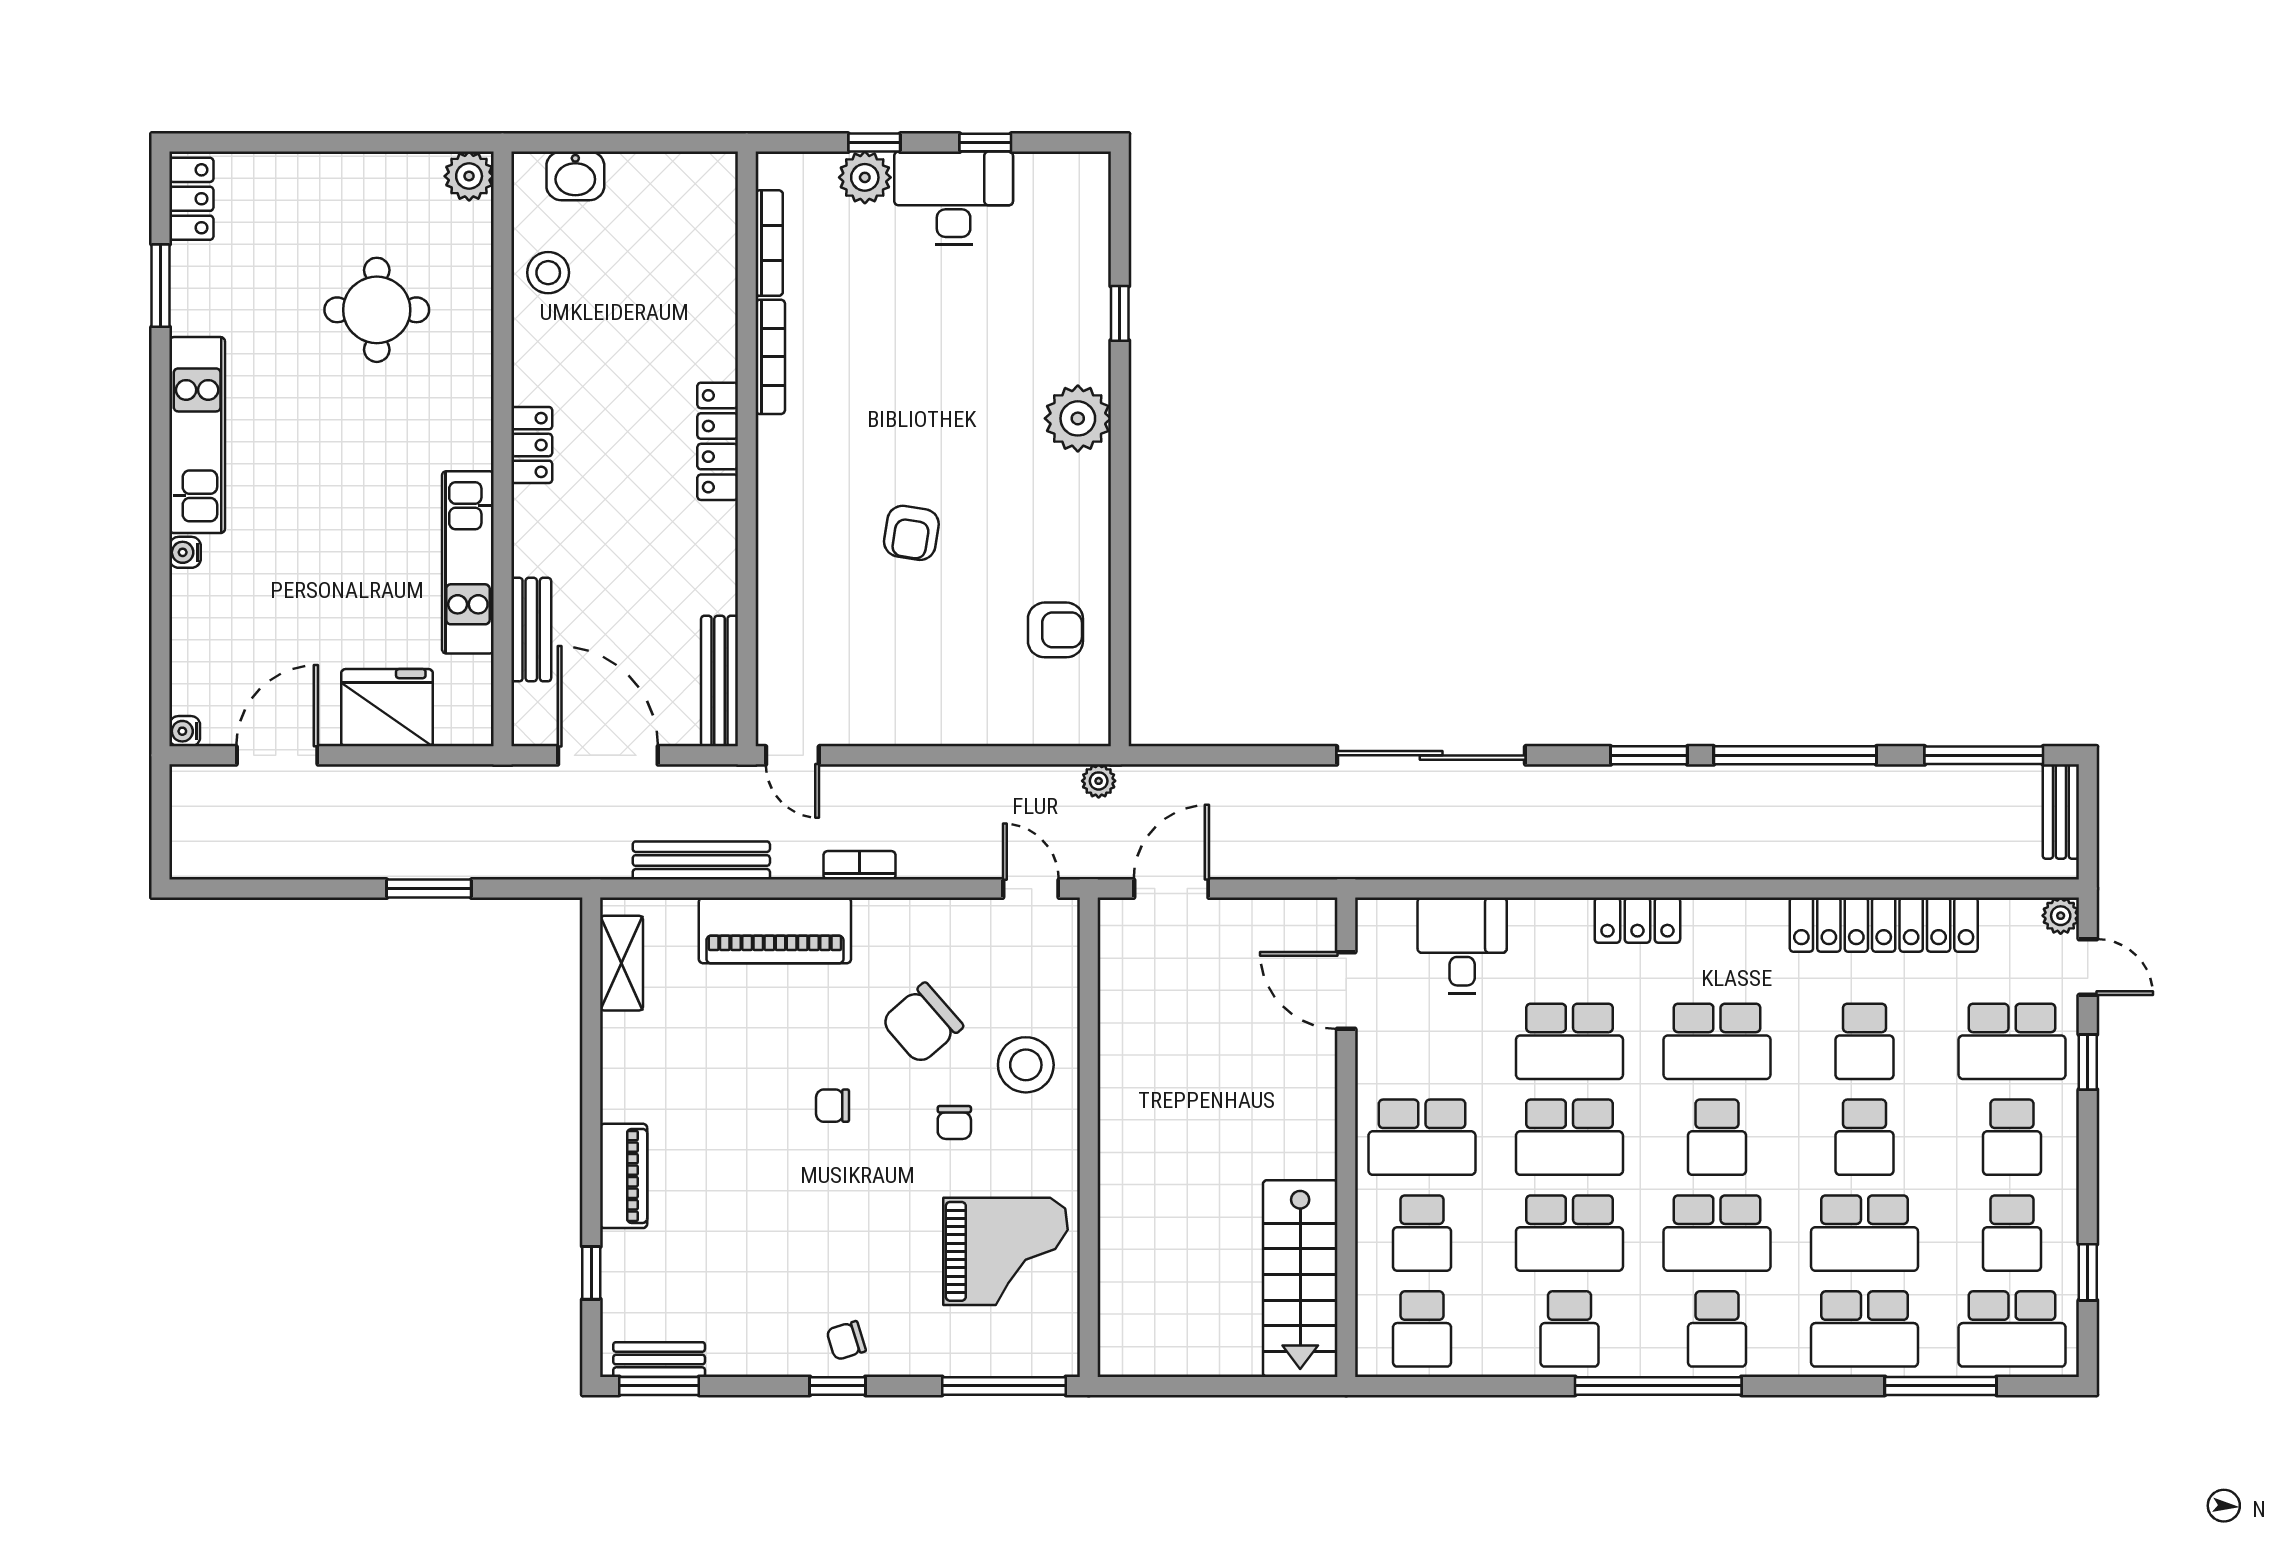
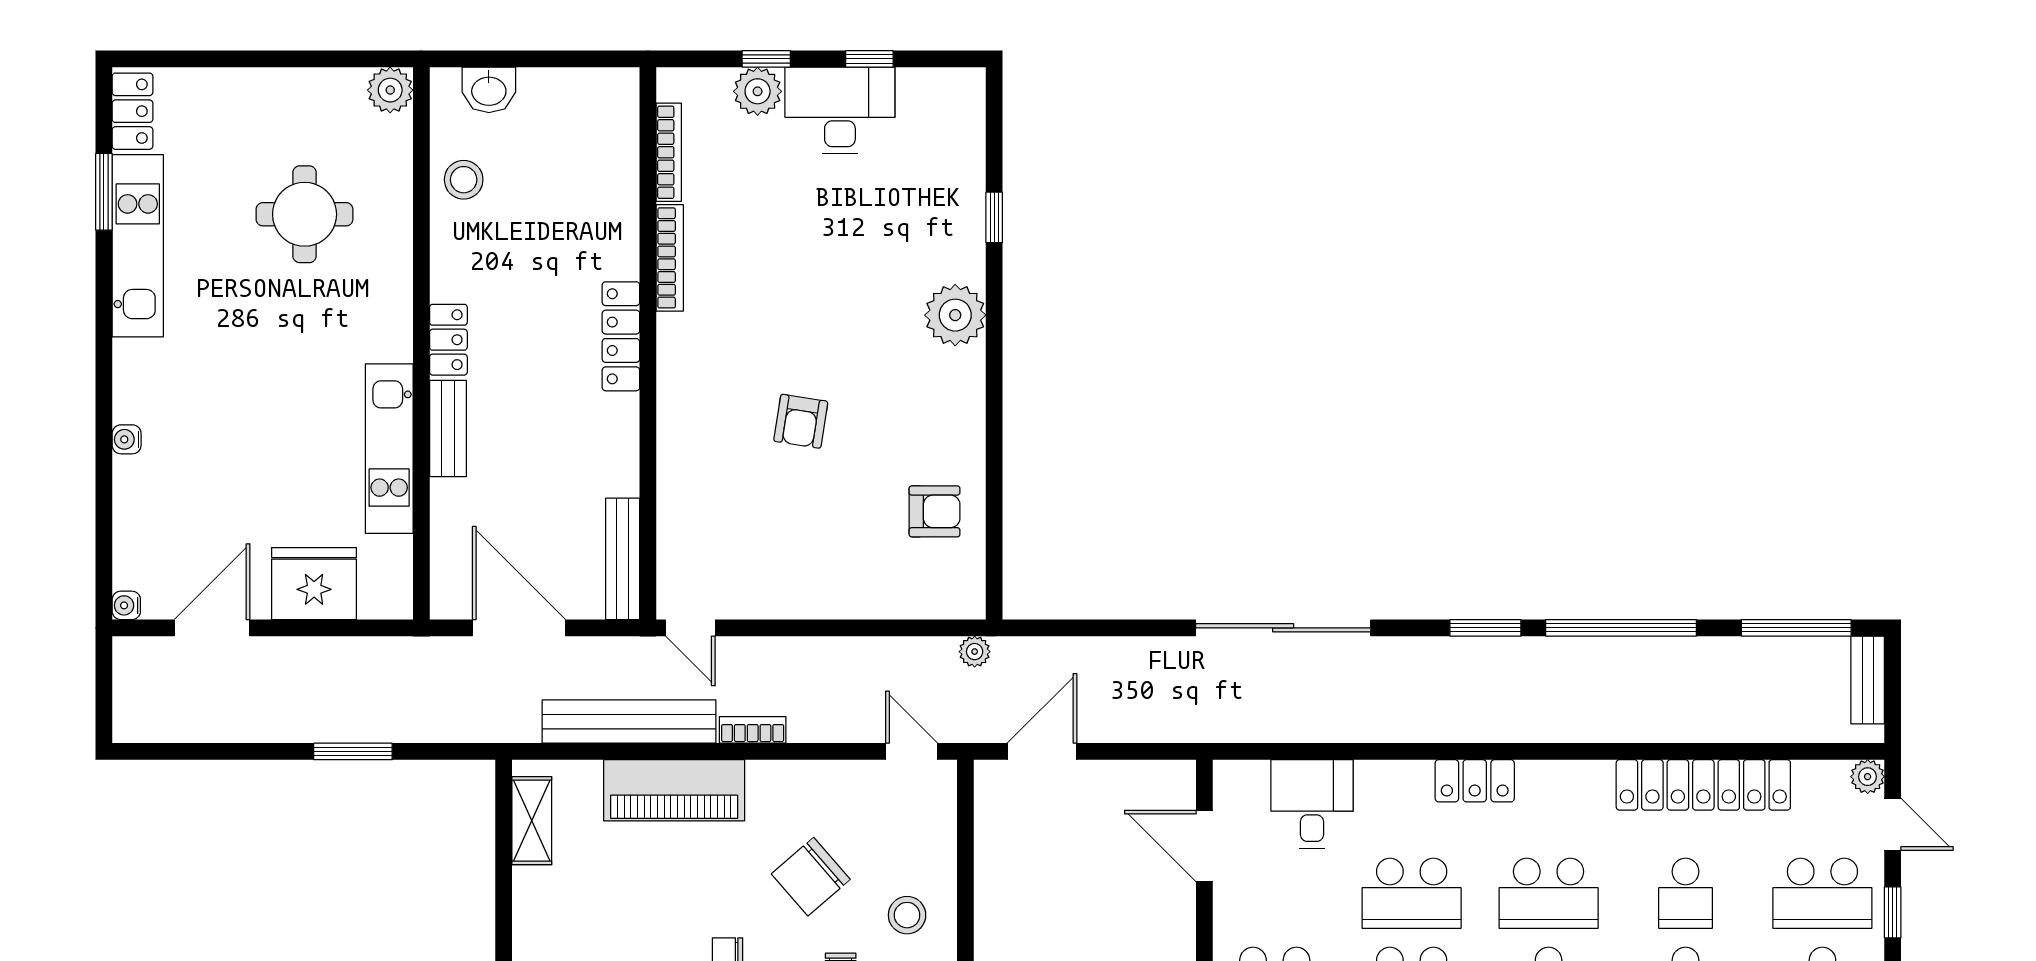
kitchen unit: (197, 435) -> (138, 246), moved
bench: (531, 630) -> (448, 429), moved
bench: (701, 861) -> (629, 722), width x1.37, depth x1.21
stool: (1026, 1065) -> (907, 915), width x0.73, depth x0.73

